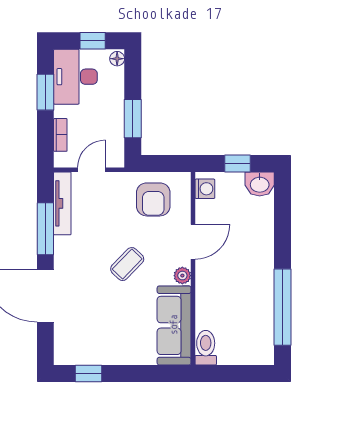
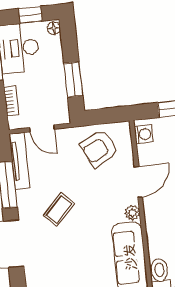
door: (92, 170) -> (42, 128), swing flipped
armchair: (153, 199) -> (99, 149), turned 64
coffee table: (127, 264) -> (59, 209), moved

